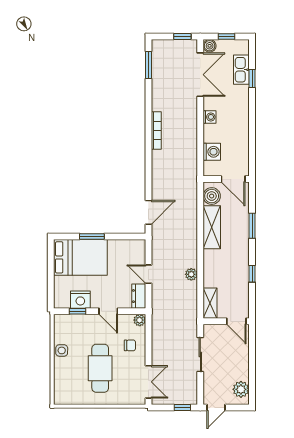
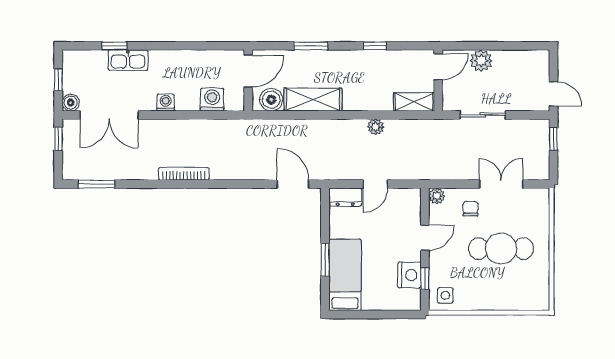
kitchen sink: (241, 70) -> (128, 60), moved
double door: (200, 75) -> (109, 115), swing flipped
bed: (80, 257) -> (345, 275), width x0.67
dresser: (139, 296) -> (345, 197), moved
side table: (62, 350) -> (445, 295), moved
double door: (148, 382) -> (501, 184), moved
plant: (241, 389) -> (481, 61), moved

